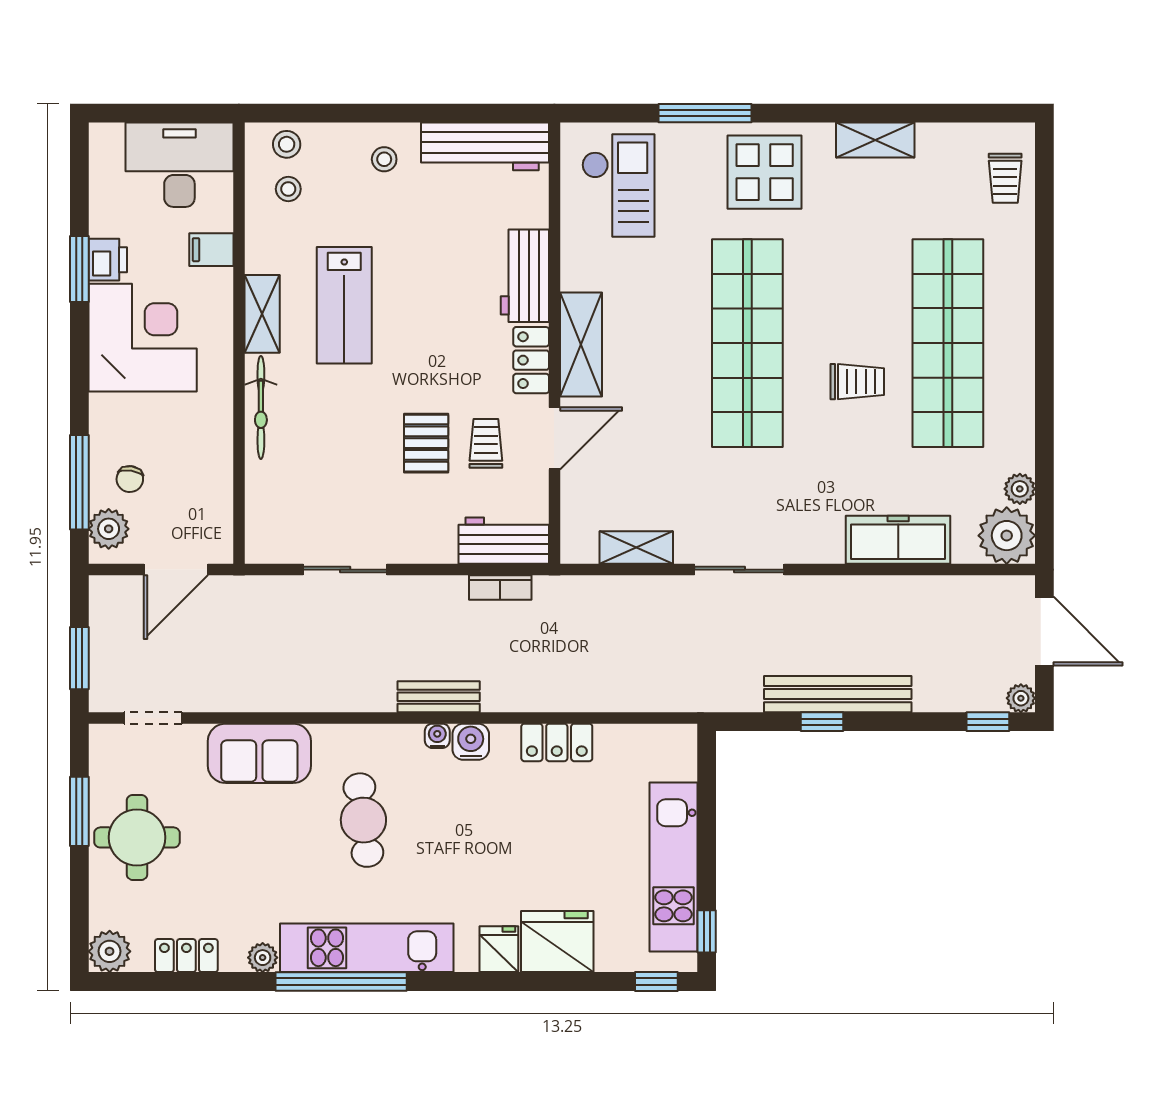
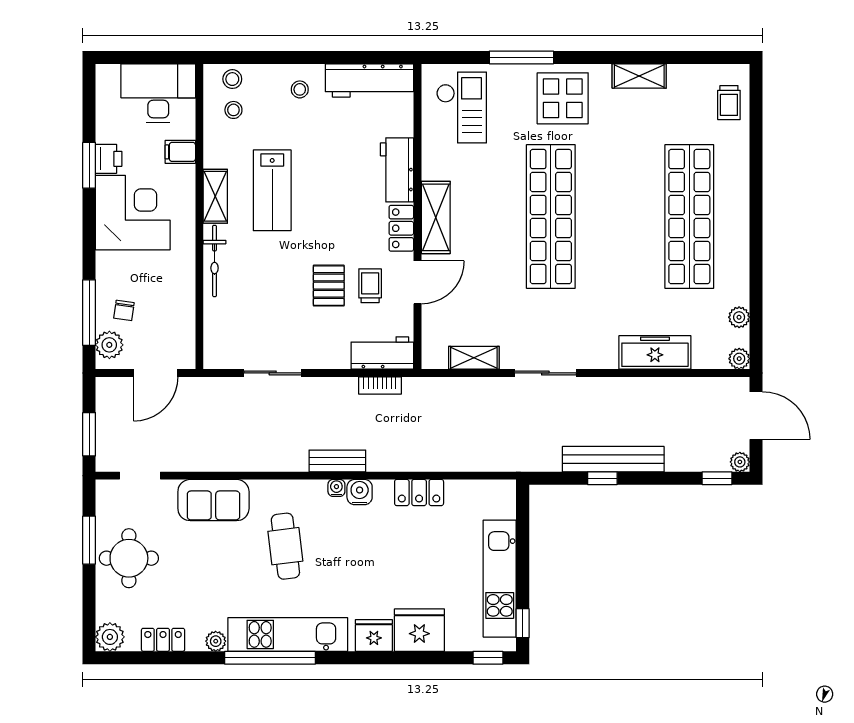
trolley: (857, 382) -> (627, 243), removed
plant: (1007, 536) -> (739, 359), width x0.53, depth x0.53
fridge: (499, 949) -> (374, 635), width x1.38

